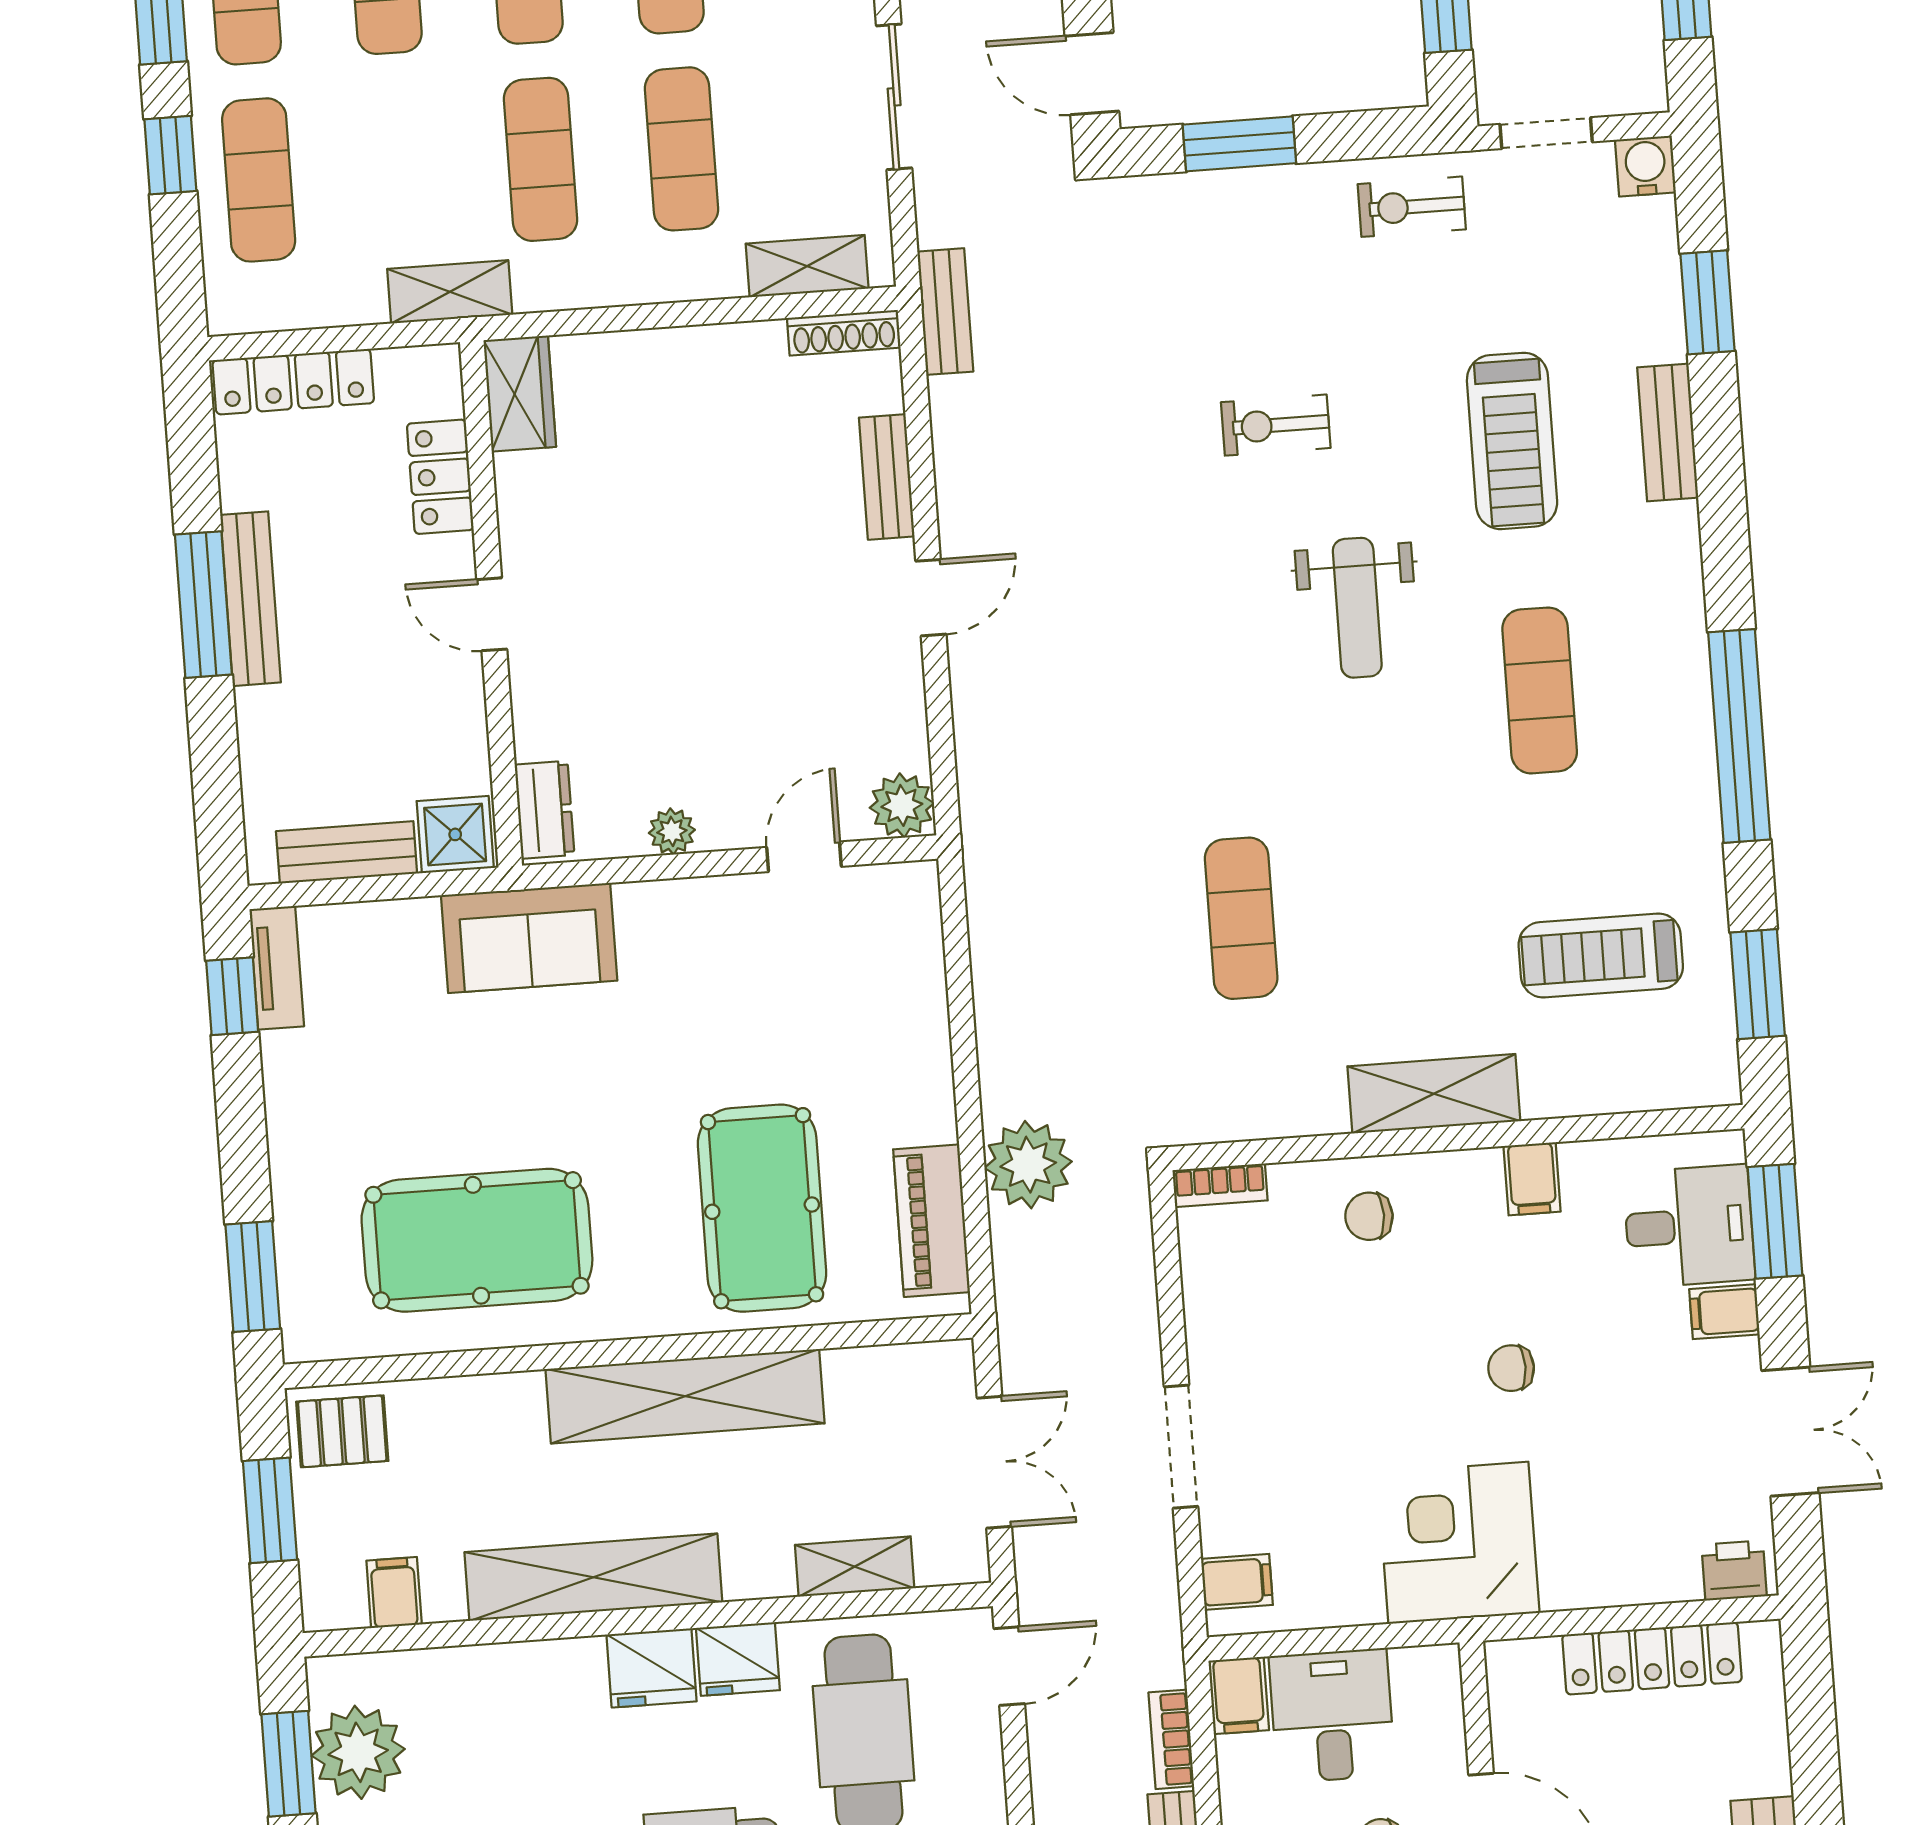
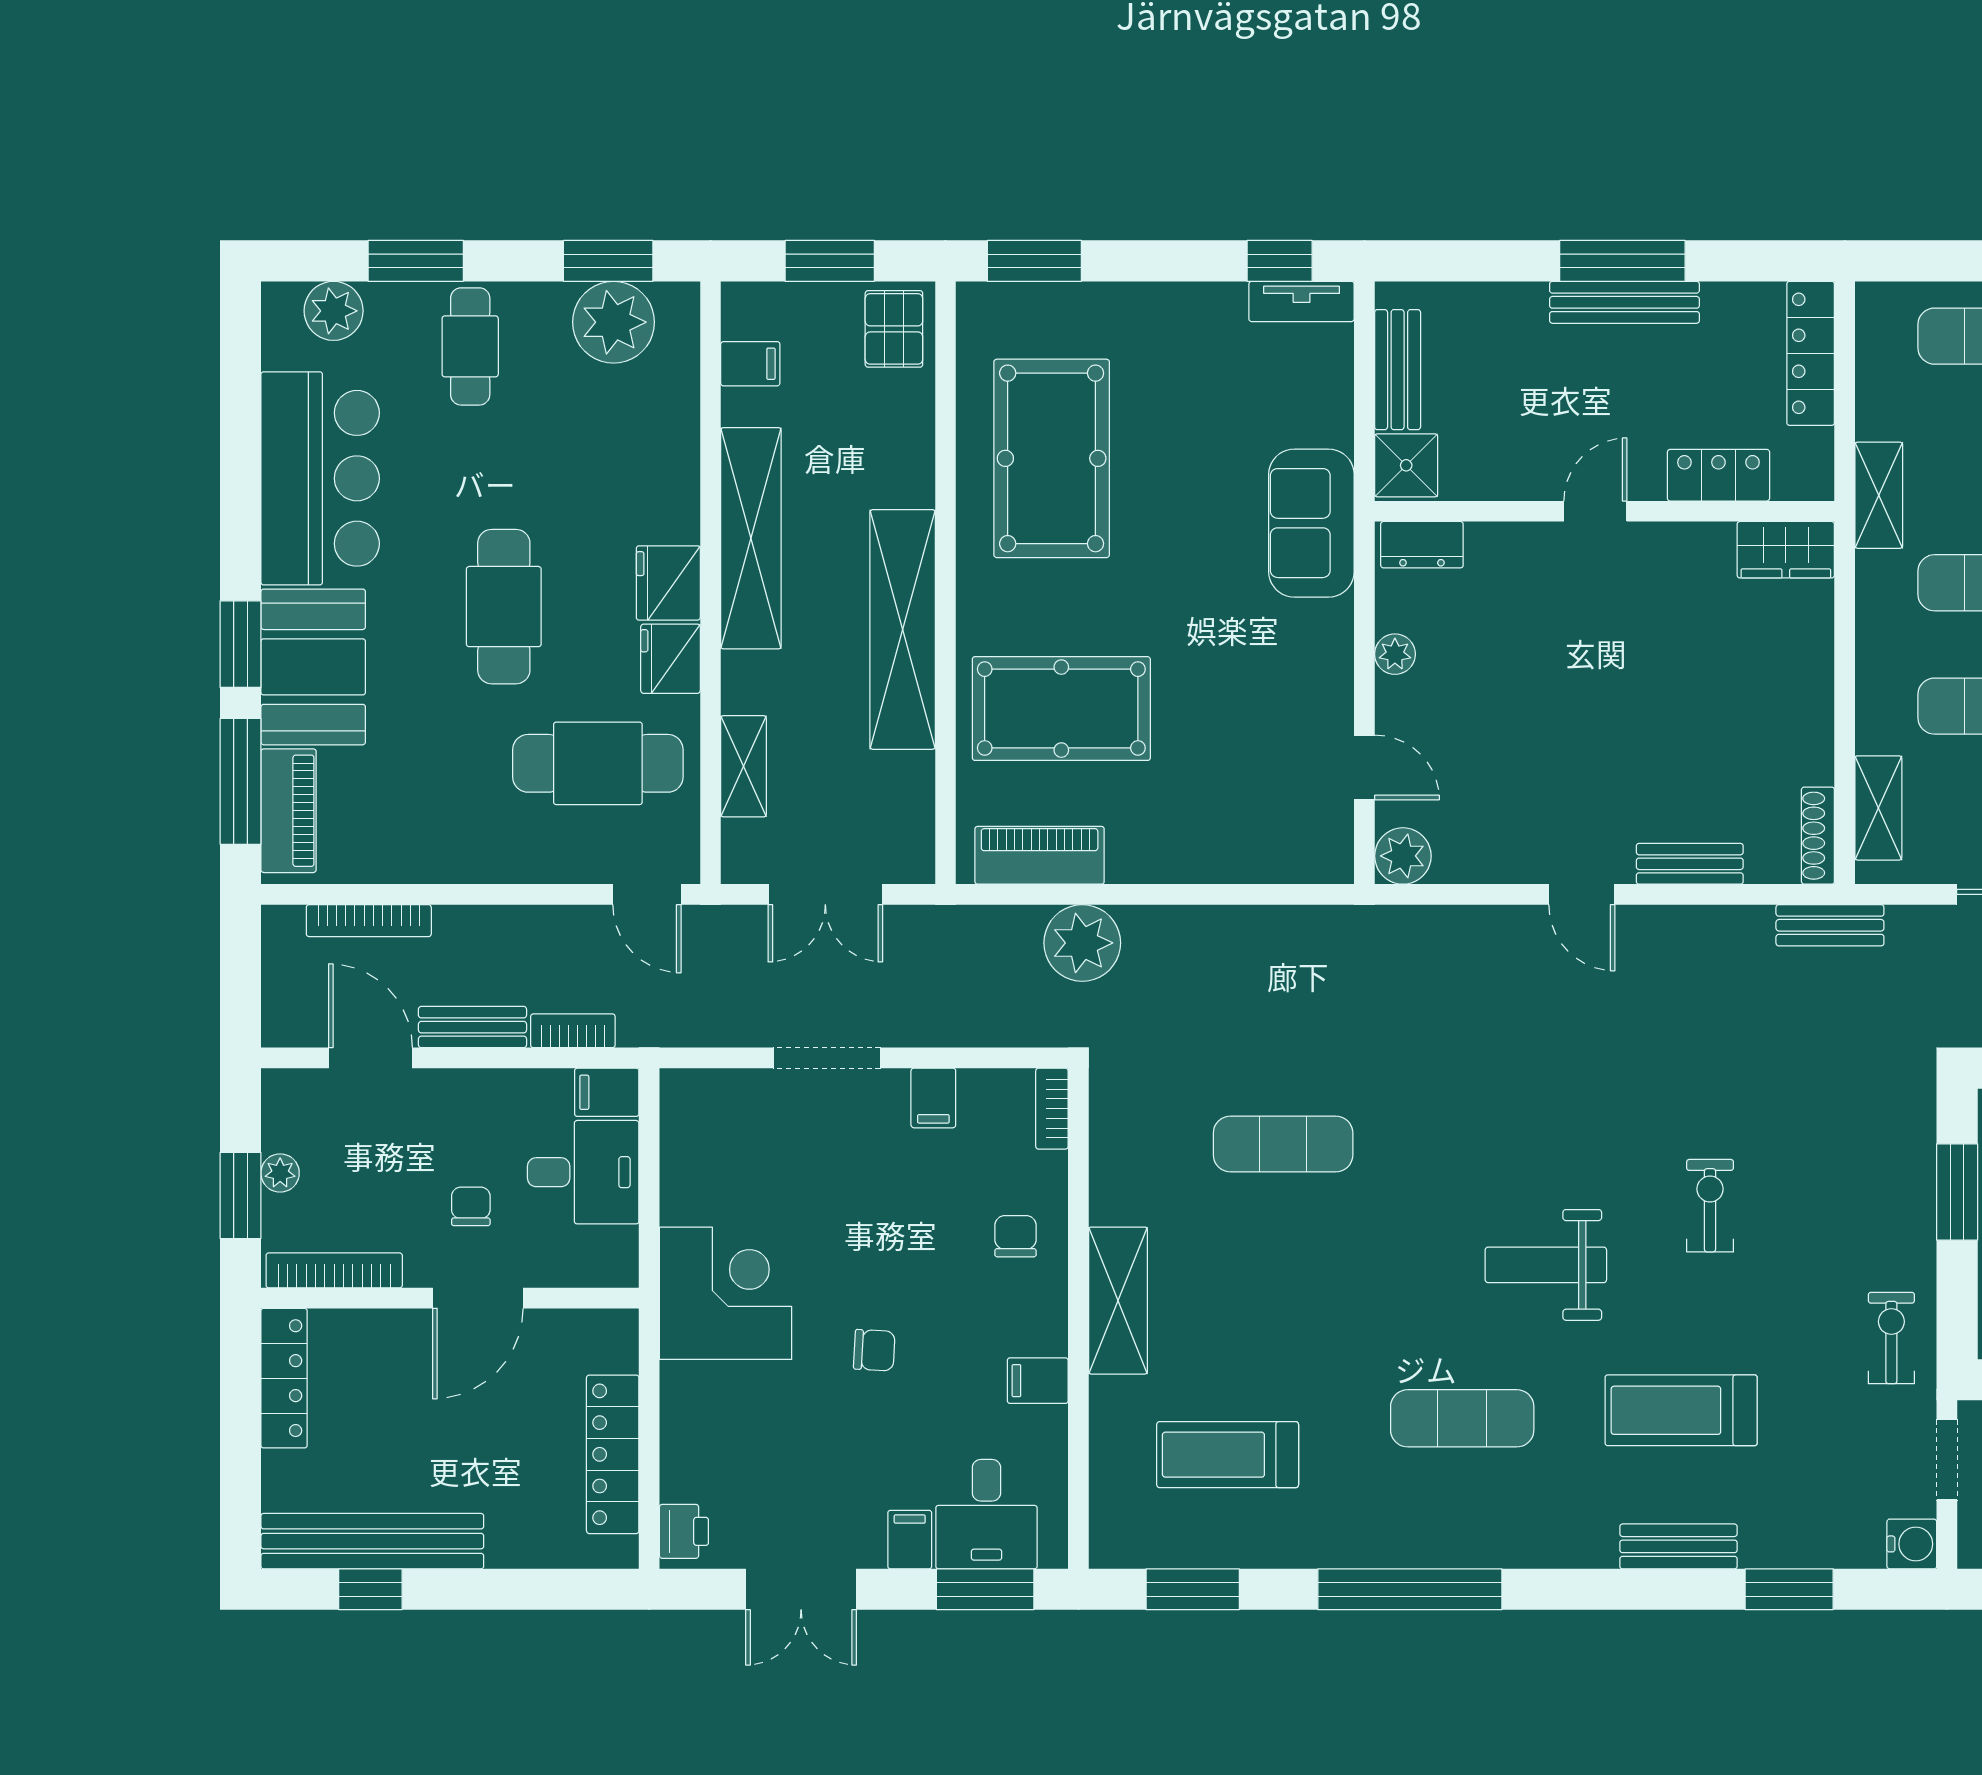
treadmill: (1601, 955) -> (1228, 1455), turned -90
chair: (1511, 1368) -> (874, 1350), turned 93
filing cabinet: (1237, 1582) -> (933, 1098), moved

